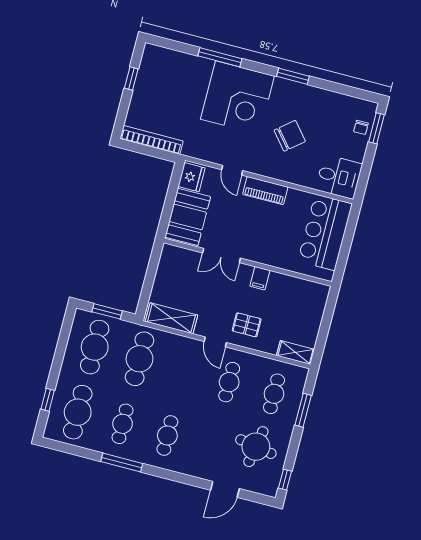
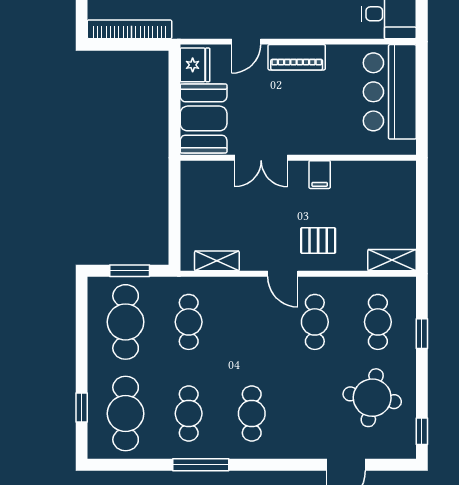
door: (232, 170) -> (246, 42), hinge flipped
shelving: (172, 318) -> (217, 261), width x0.67, depth x0.75
cafe table: (139, 359) -> (189, 322), width x0.73, depth x0.74
window: (303, 410) -> (422, 334), width x0.67

